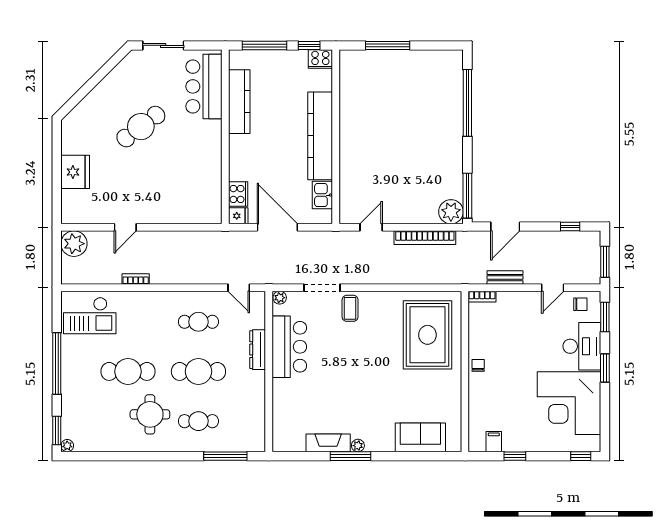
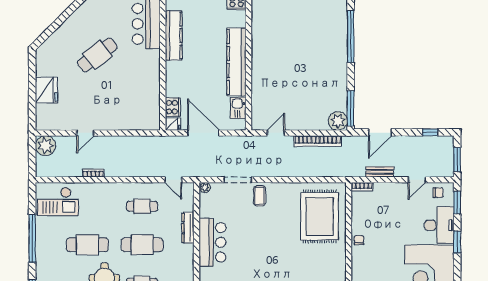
bar counter: (289, 347) -> (213, 242), moved

